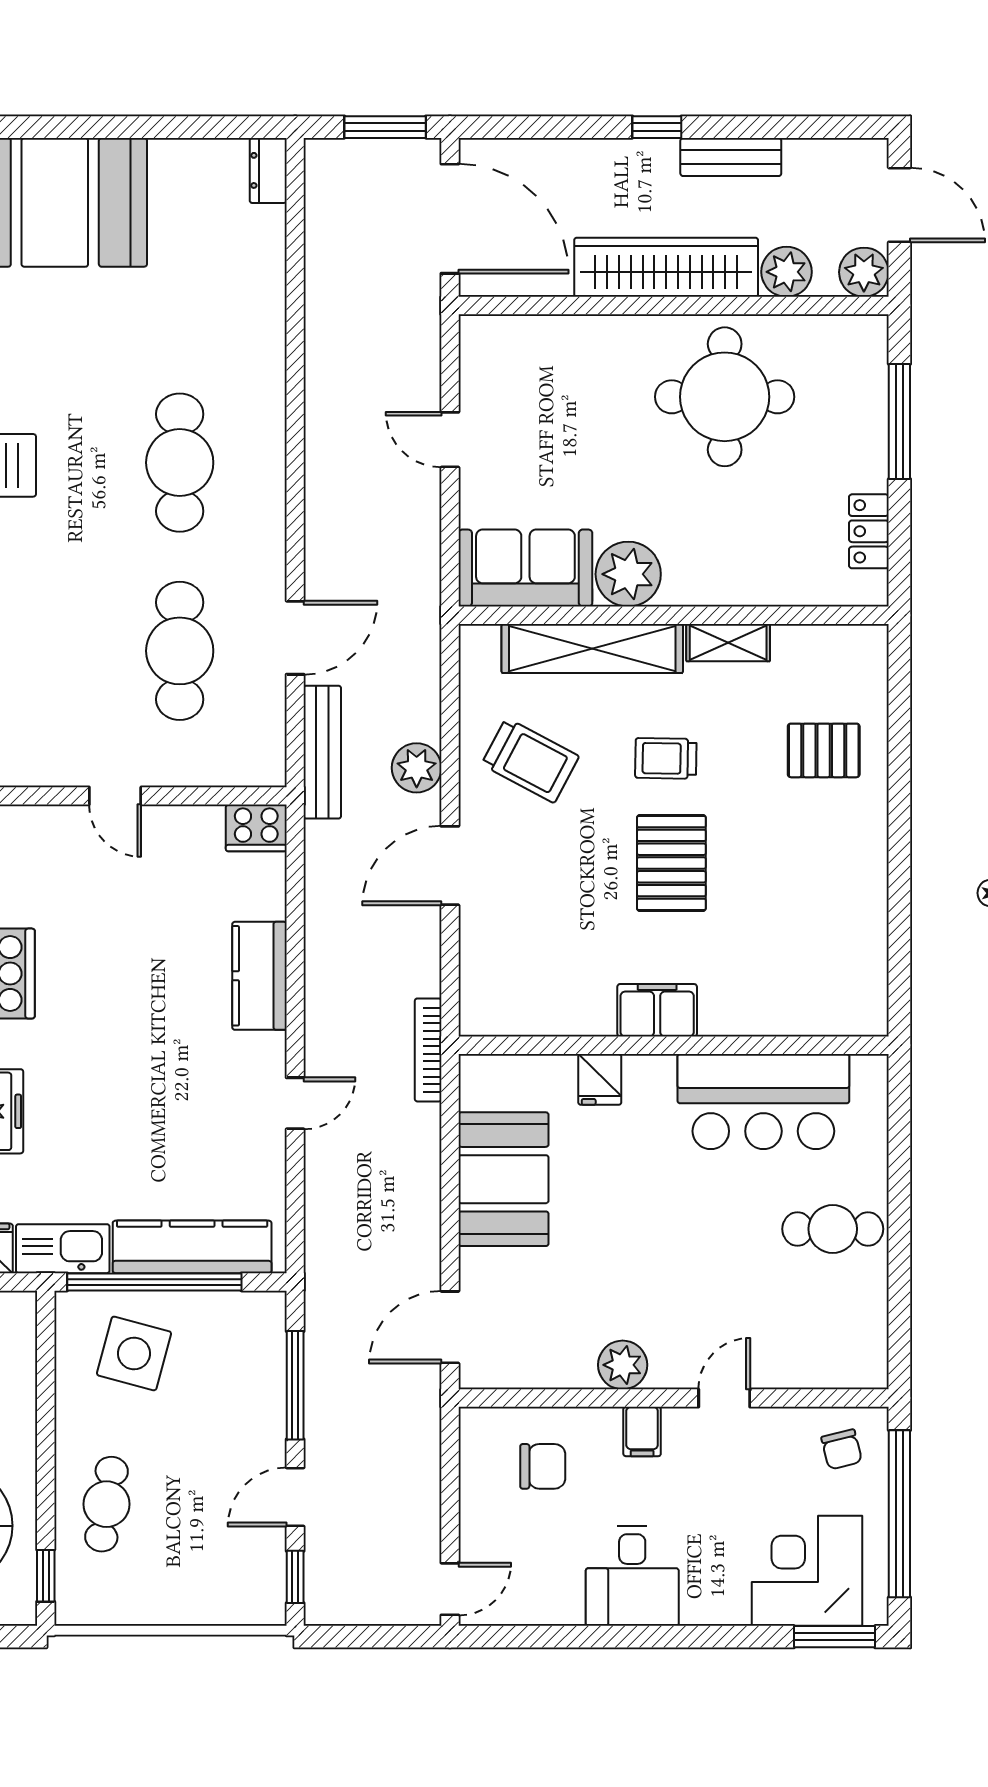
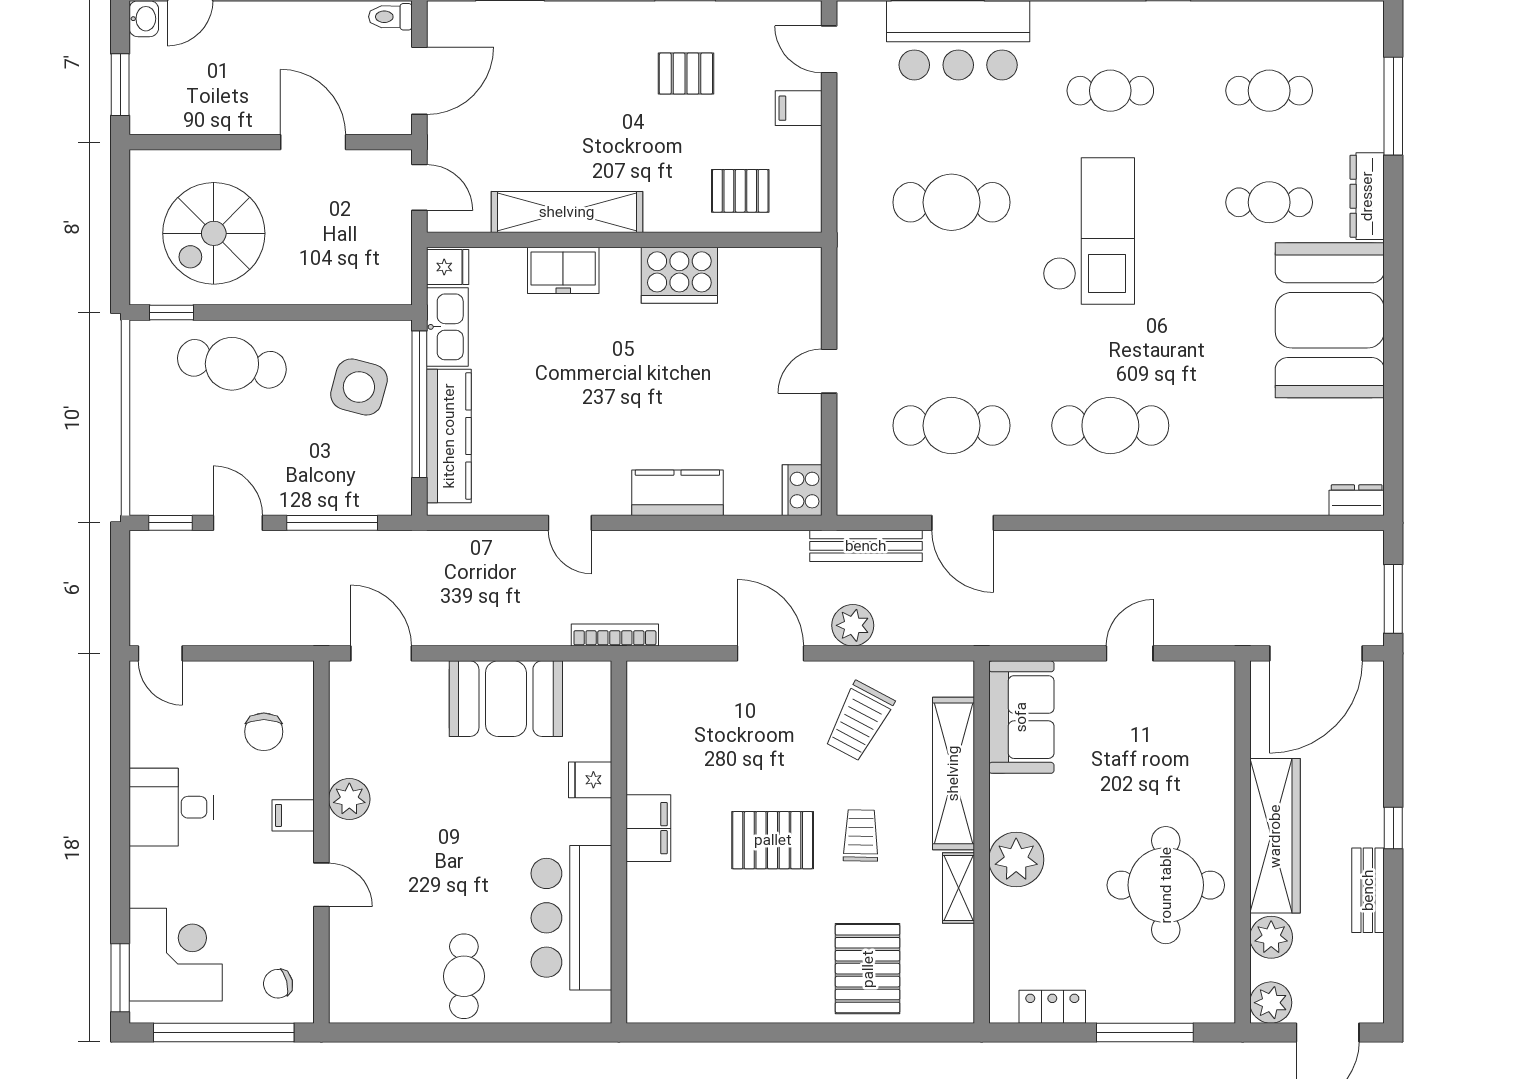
plant: (628, 574) -> (1016, 860), moved
pallet: (824, 750) -> (868, 969), width x1.50, depth x1.42
cafe table: (106, 1504) -> (232, 364), width x1.37, depth x1.35

